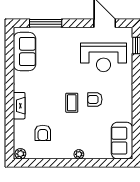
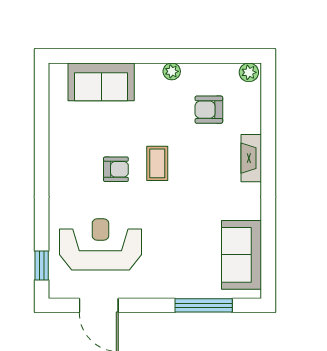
armchair: (43, 133) -> (209, 110), turned -90
sofa: (122, 141) -> (101, 82), moved, turned 90
plant: (79, 154) -> (172, 71), moved

